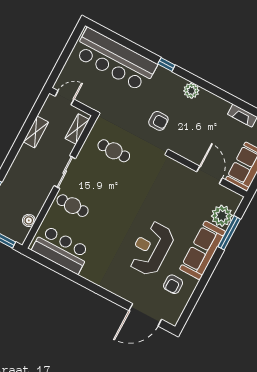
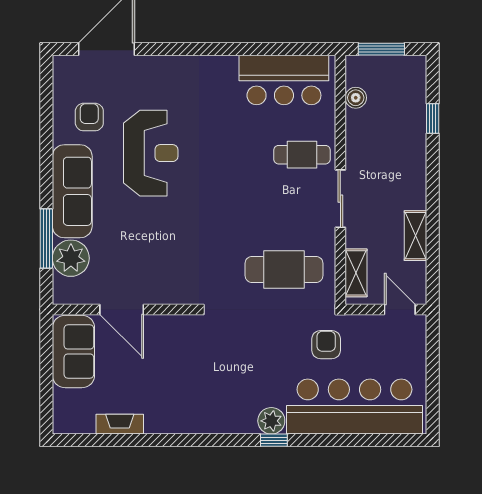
plant: (191, 91) -> (271, 421), moved
door: (65, 98) -> (400, 309), swing flipped
armchair: (158, 121) -> (326, 345), moved, turned 90
cafe table: (114, 151) -> (284, 269), width x1.37, depth x1.35

